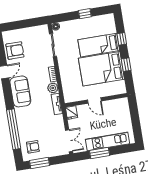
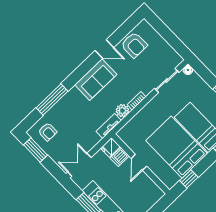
window: (126, 65) -> (189, 179), moved
dishwasher: (82, 111) -> (120, 157), added
window: (14, 129) -> (52, 100), width x0.68
double door: (69, 141) -> (79, 165), swing flipped

